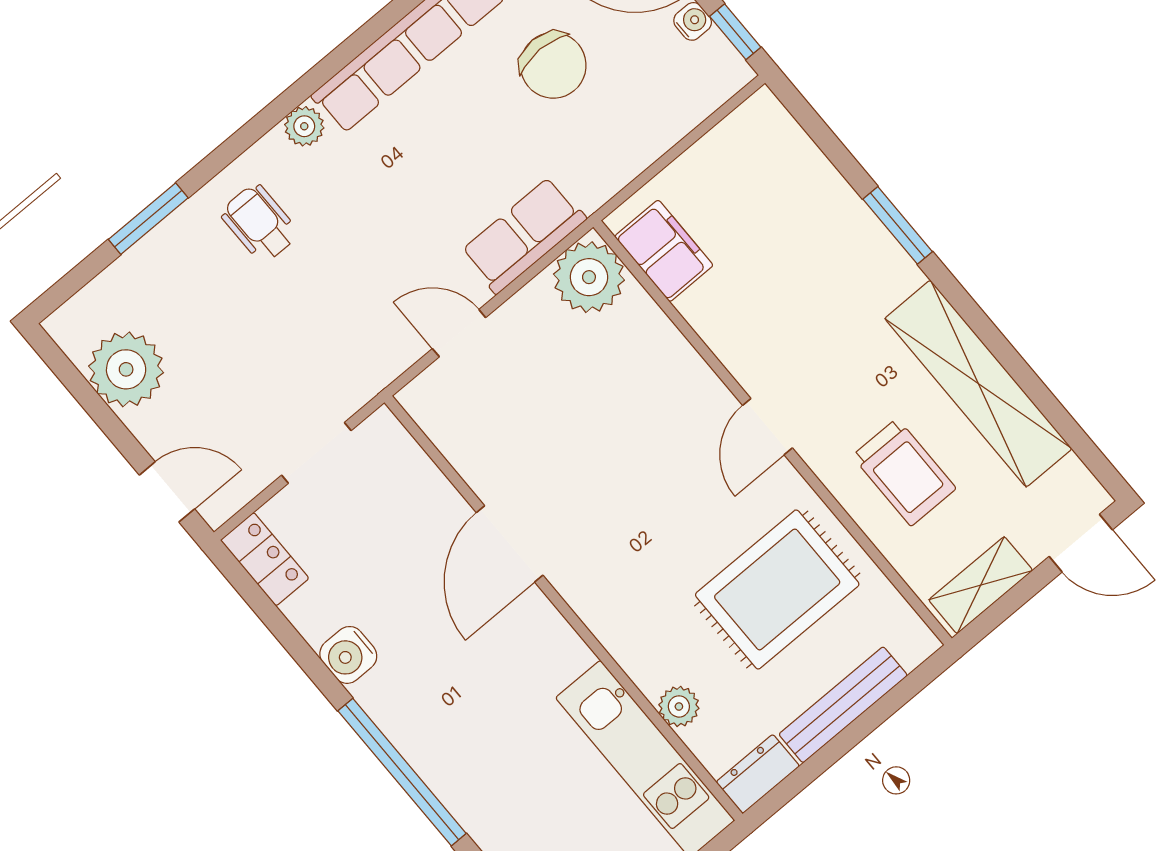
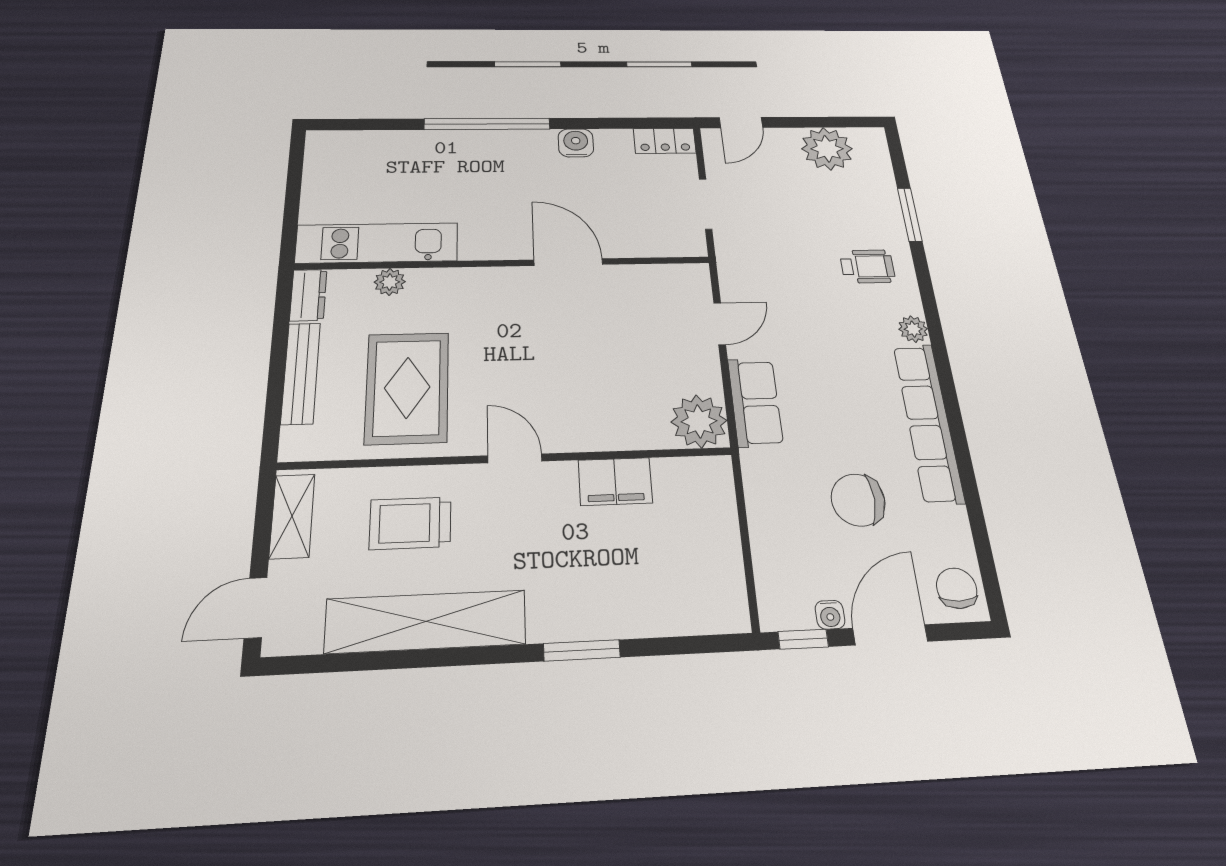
filing cabinet: (664, 251) -> (615, 481), moved

